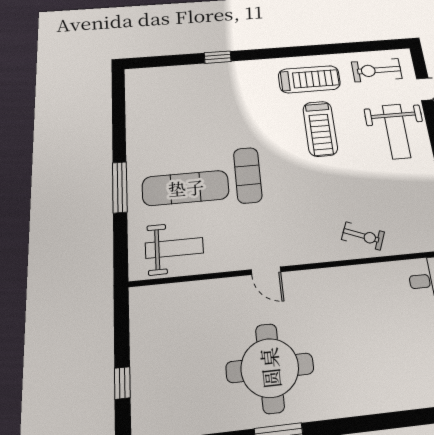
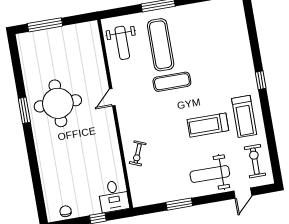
window: (218, 57) -> (261, 80), moved
window: (122, 383) -> (45, 25), width x2.17

